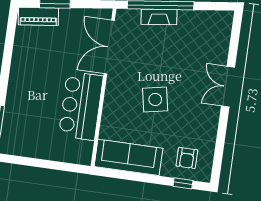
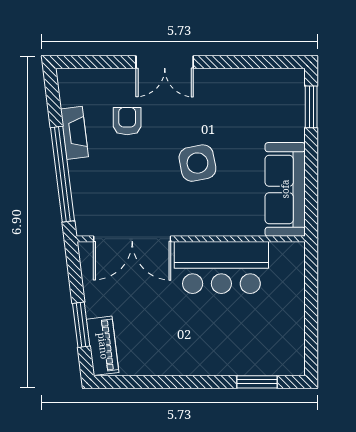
fireplace: (159, 17) -> (74, 133), moved
armchair: (187, 158) -> (127, 121), moved, turned -90
window: (183, 183) -> (311, 107), width x1.50

